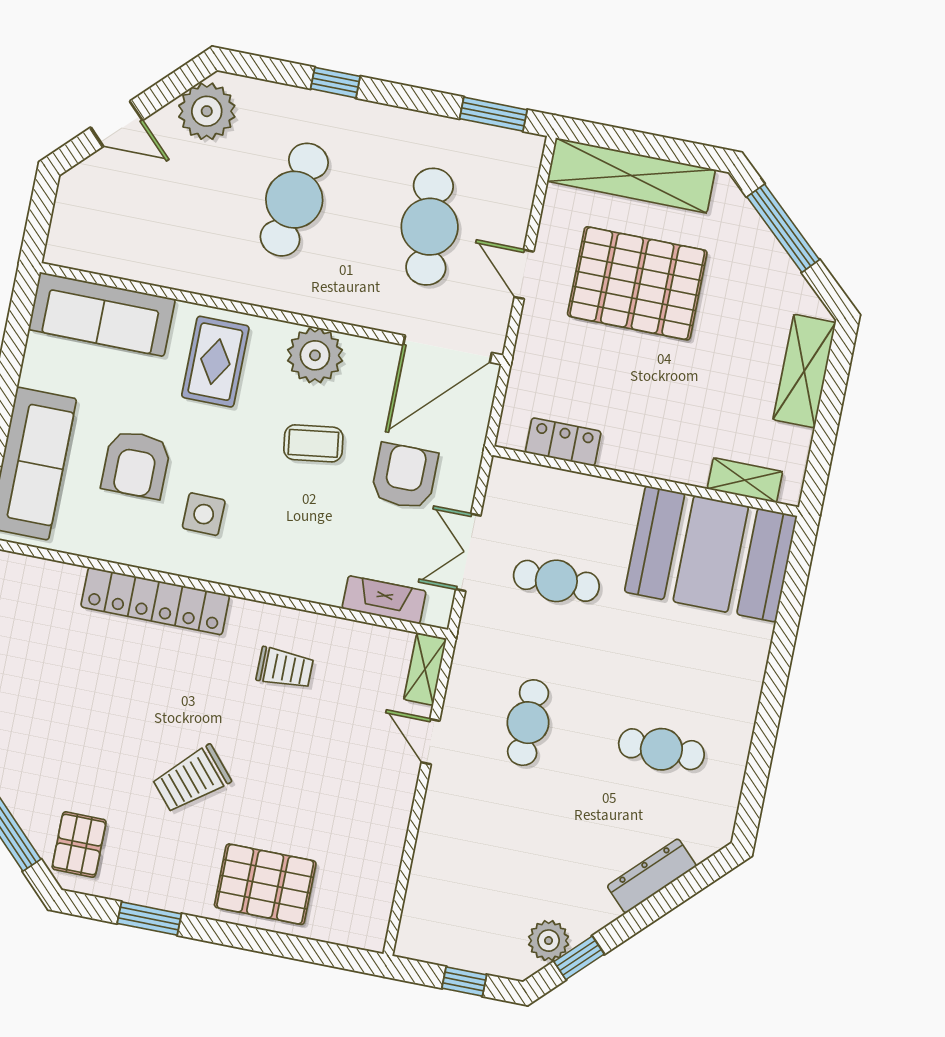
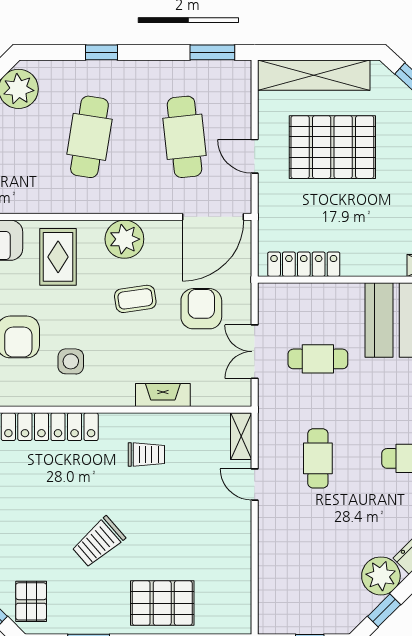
locker: (563, 442) -> (304, 264), width x1.53
fireplace: (384, 600) -> (163, 395), moved
plant: (549, 941) -> (381, 576), moved, width x1.36, depth x1.36

